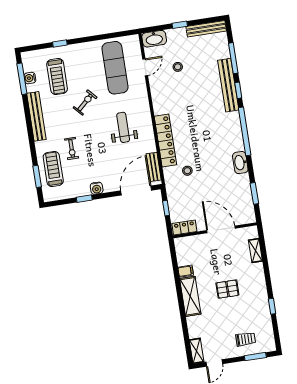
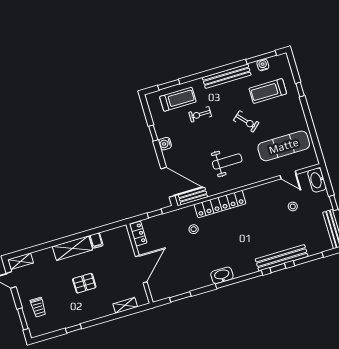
washbasin: (240, 163) -> (222, 275), moved
pallet: (227, 289) -> (84, 283), turned 90

